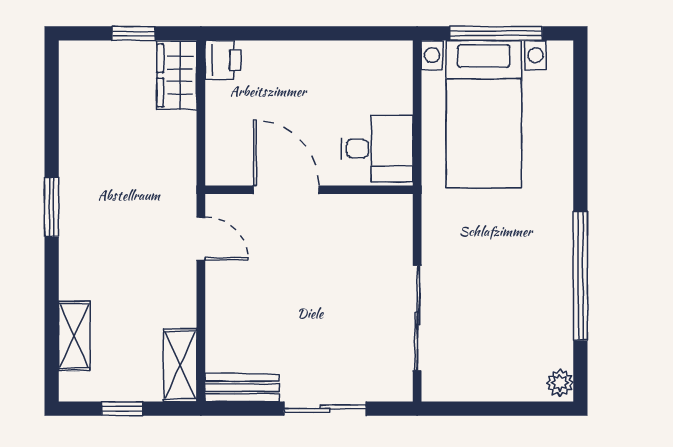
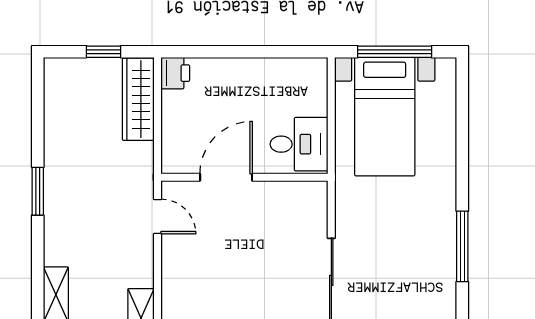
wardrobe: (177, 75) -> (138, 99), width x1.50
door: (286, 190) -> (226, 177), hinge flipped
window: (580, 276) -> (462, 246), width x0.68

